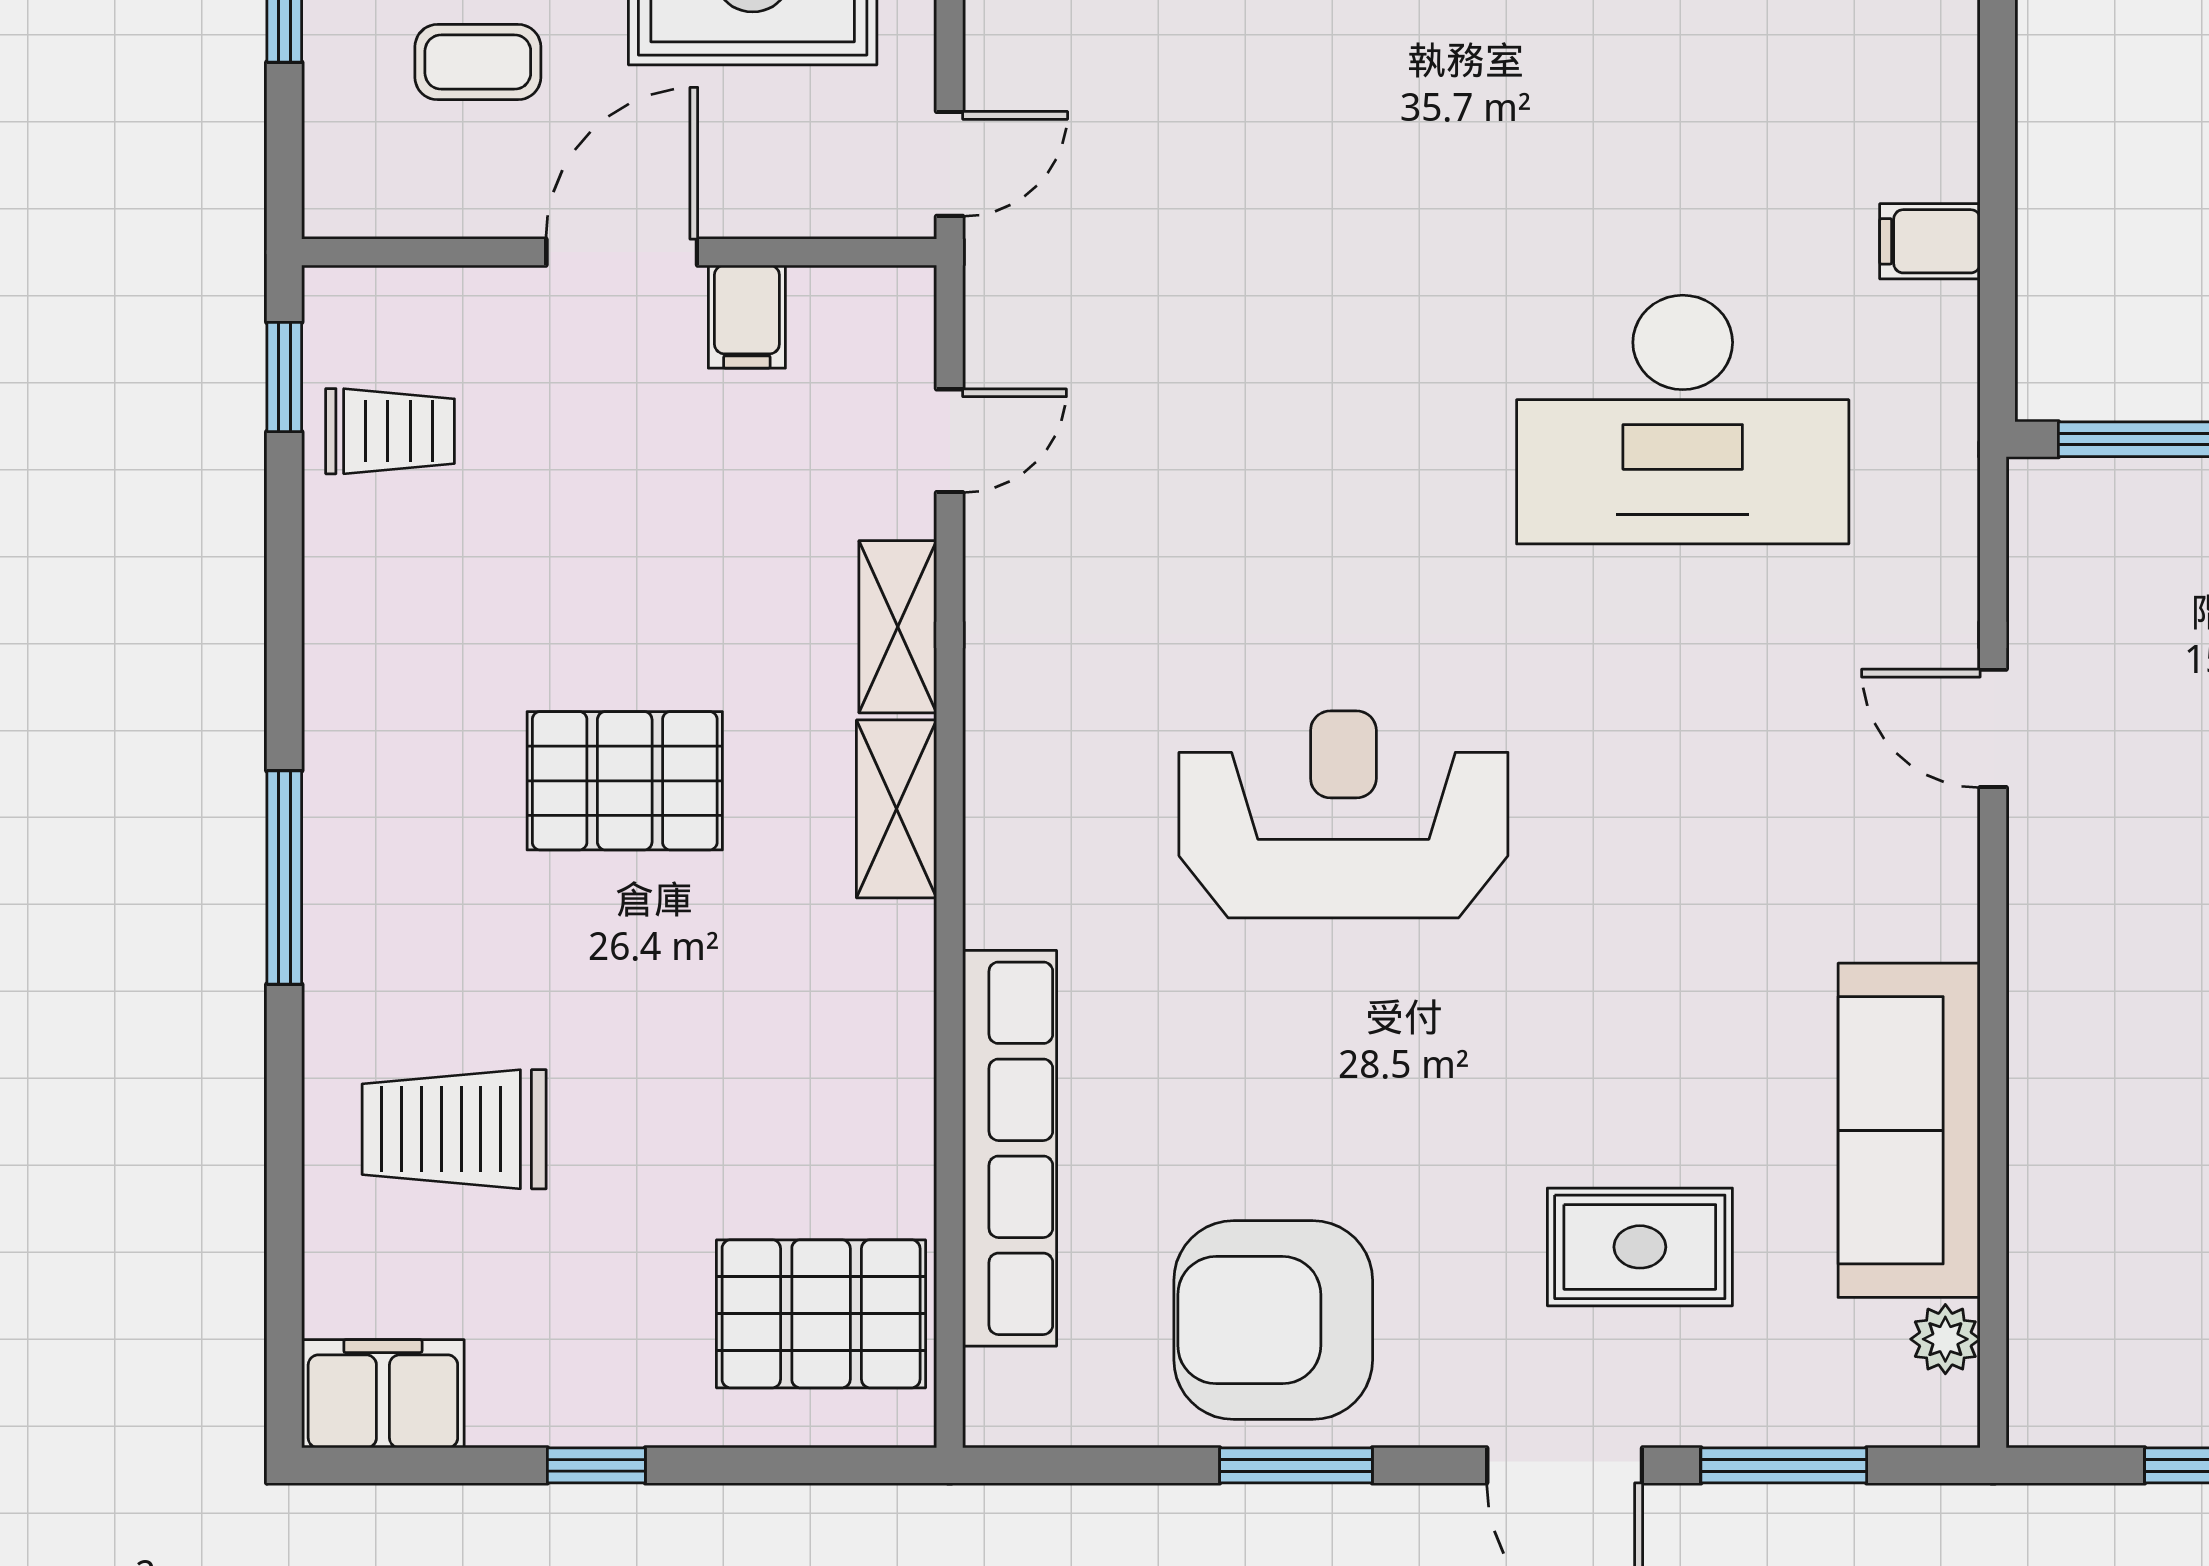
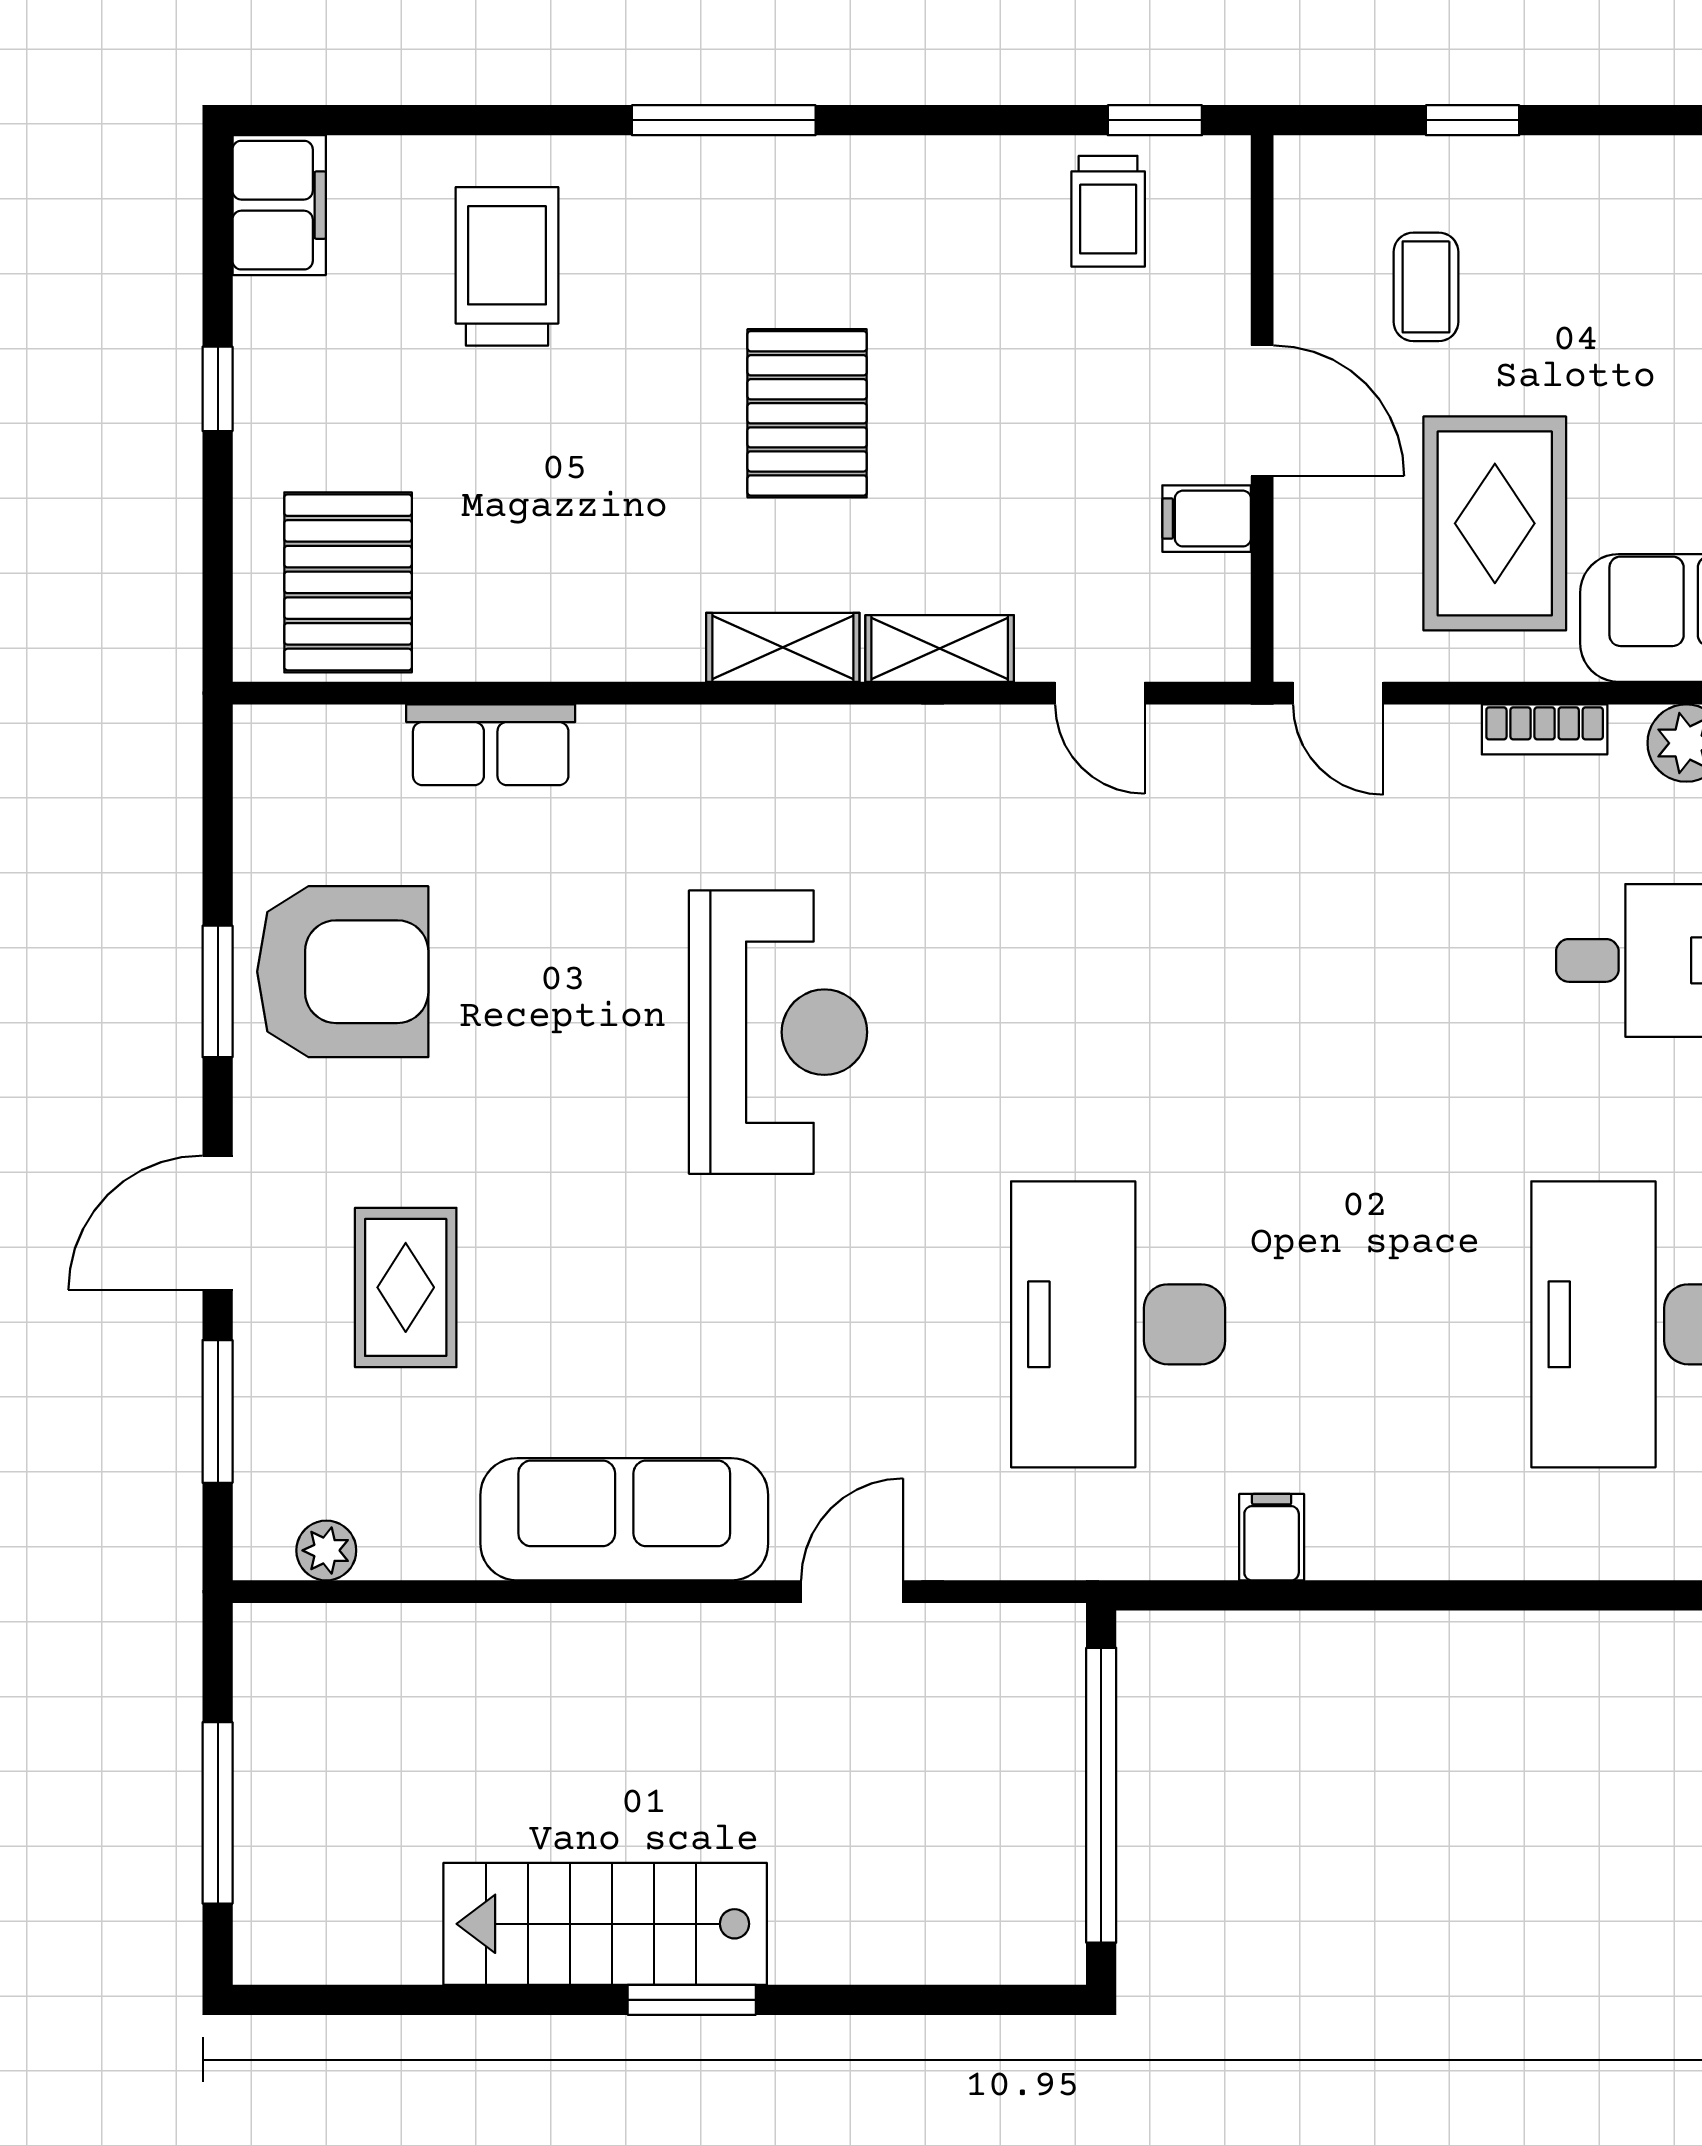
sofa: (1909, 1130) -> (624, 1519), moved
row of seats: (1010, 1148) -> (491, 745), width x0.50
armchair: (1273, 1320) -> (343, 972), turned 90

